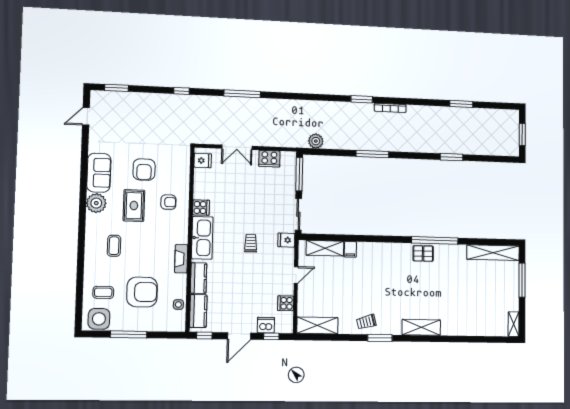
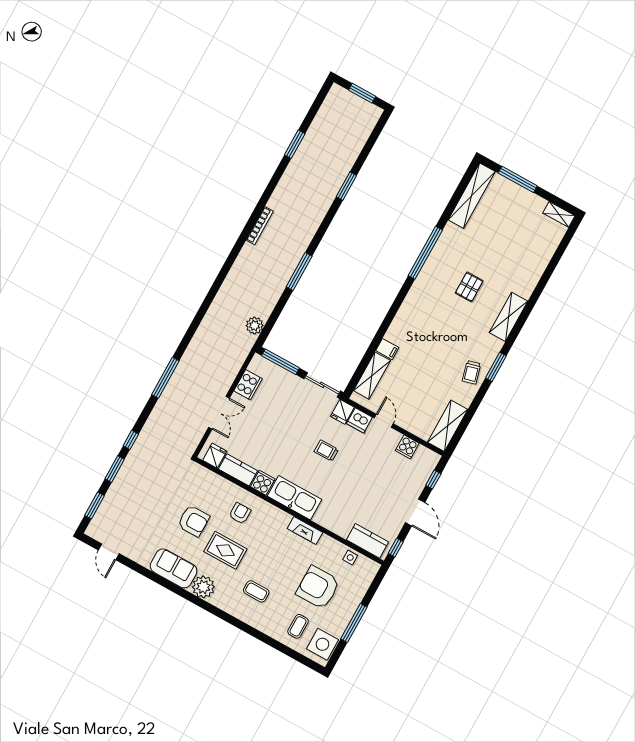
window: (362, 99) -> (115, 469), moved
pallet: (423, 253) -> (469, 287), moved
kitchen counter: (199, 278) -> (238, 470), moved
armchair: (142, 292) -> (318, 587), turned -90
dishwasher: (266, 325) -> (359, 420), moved, turned -90

